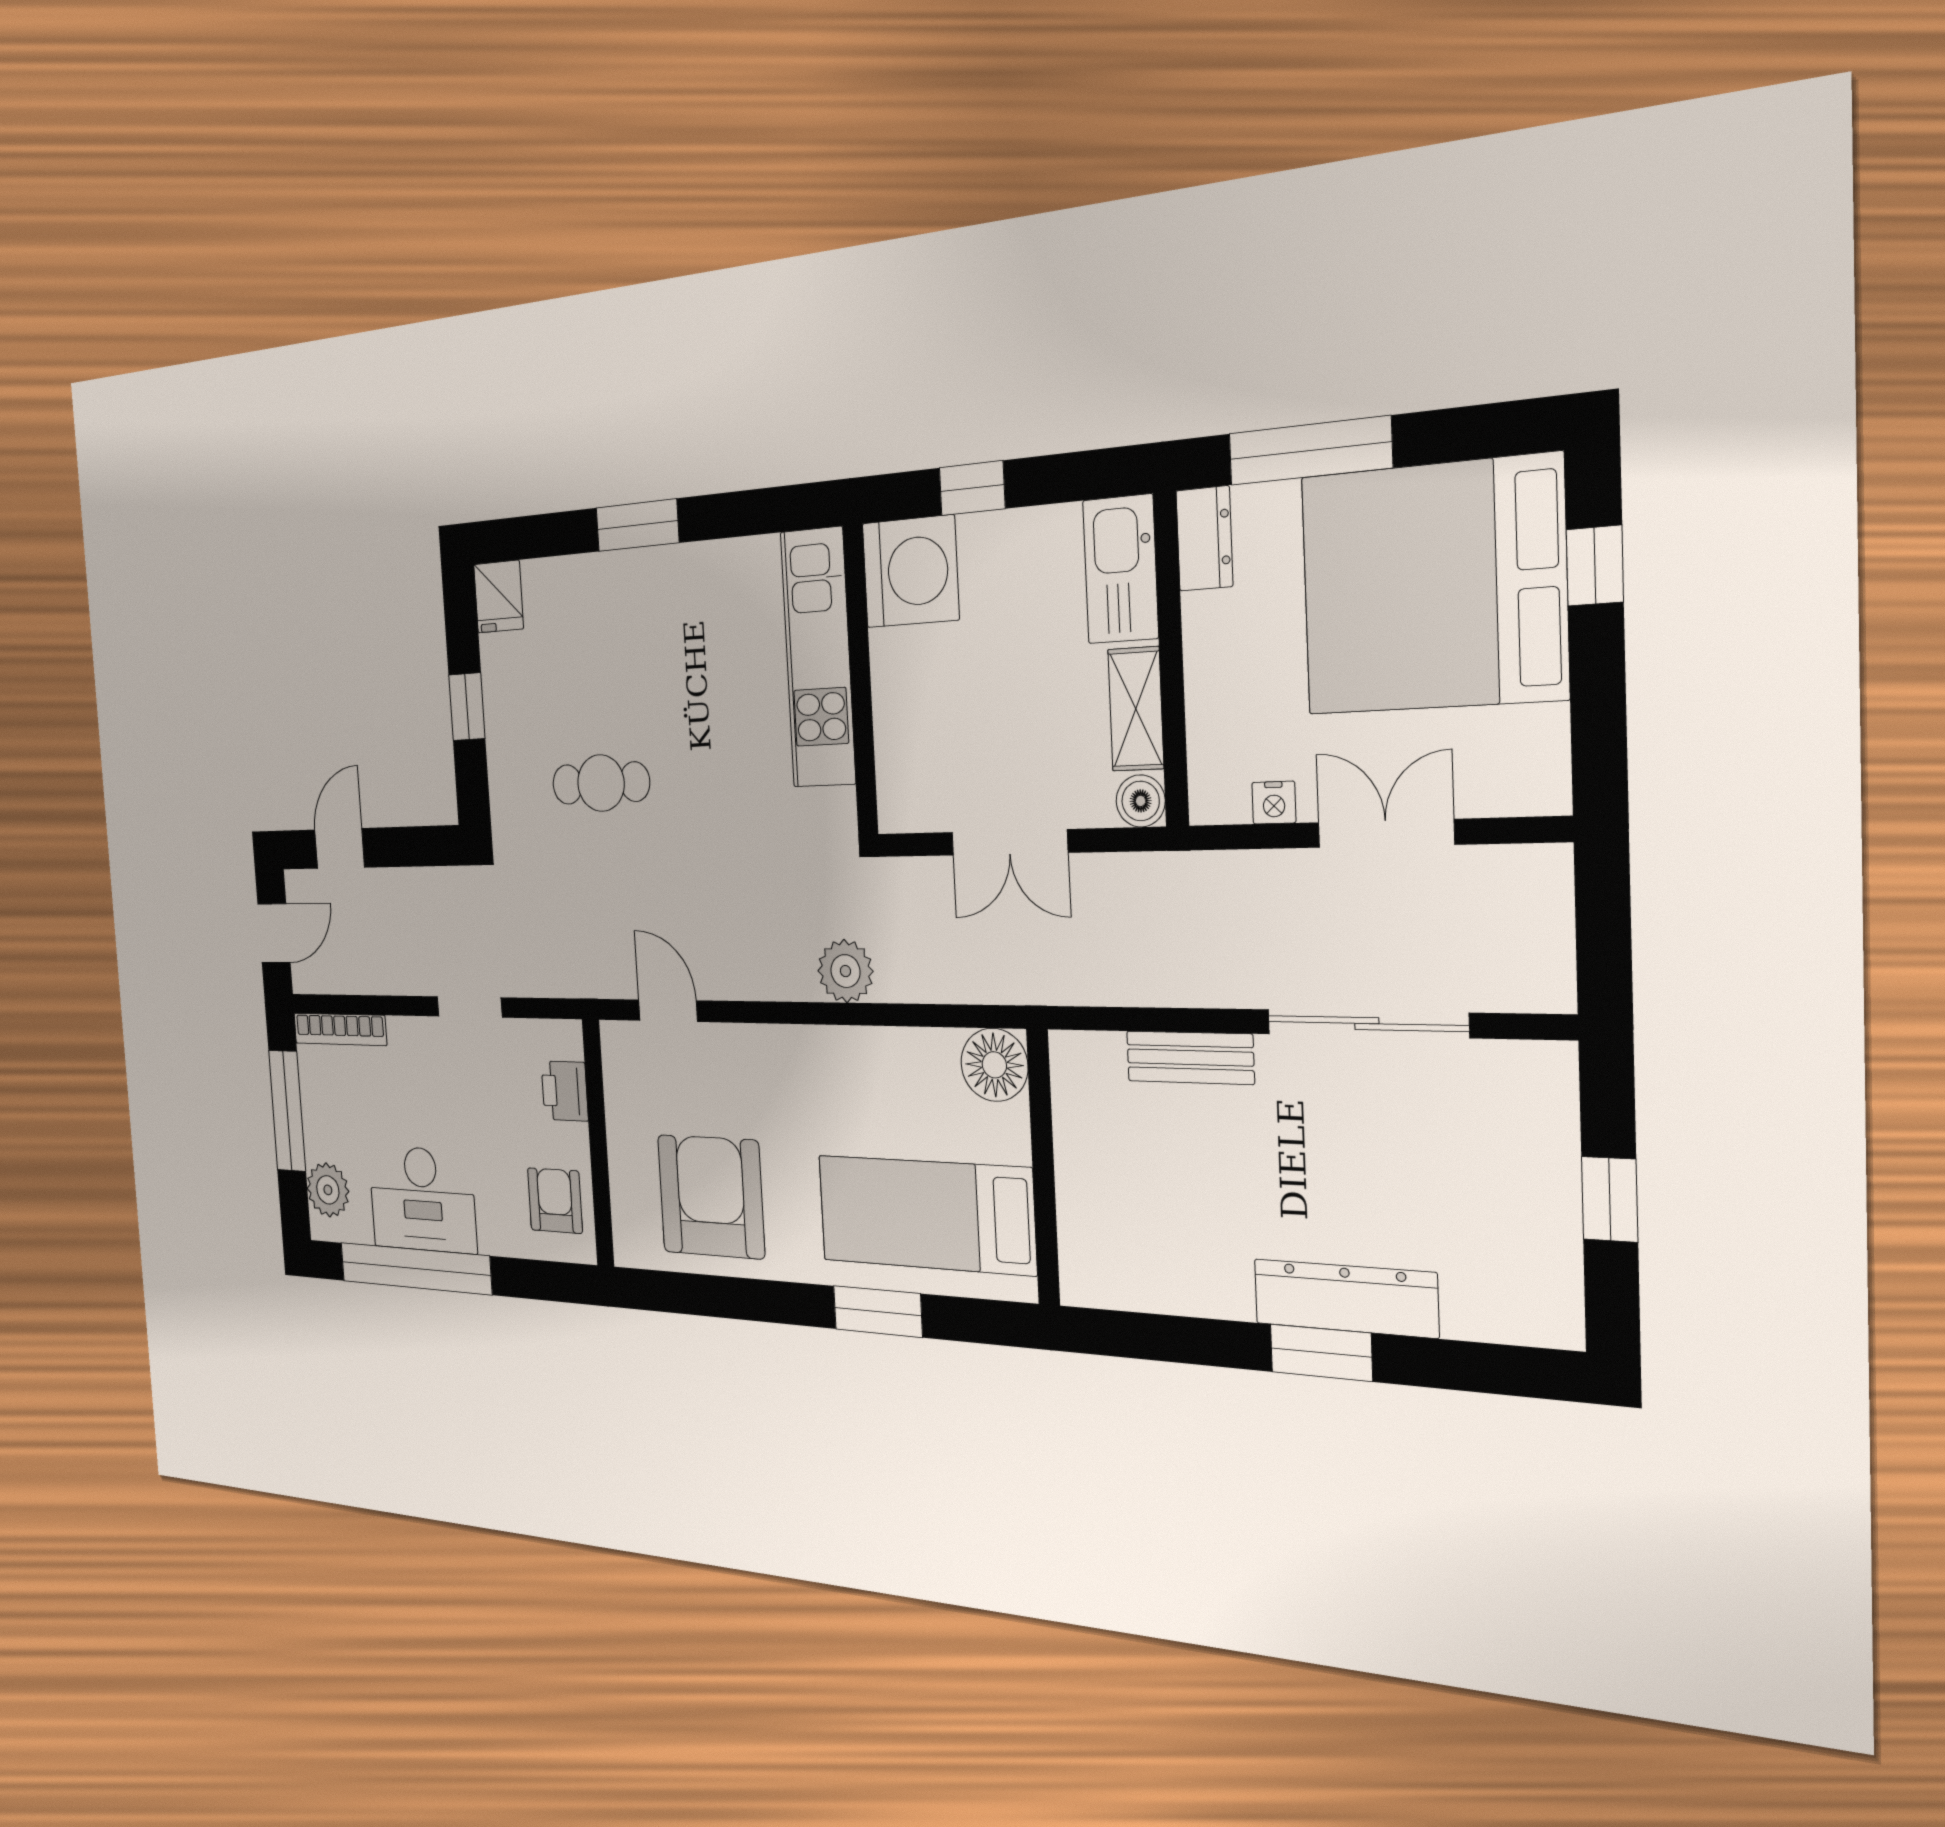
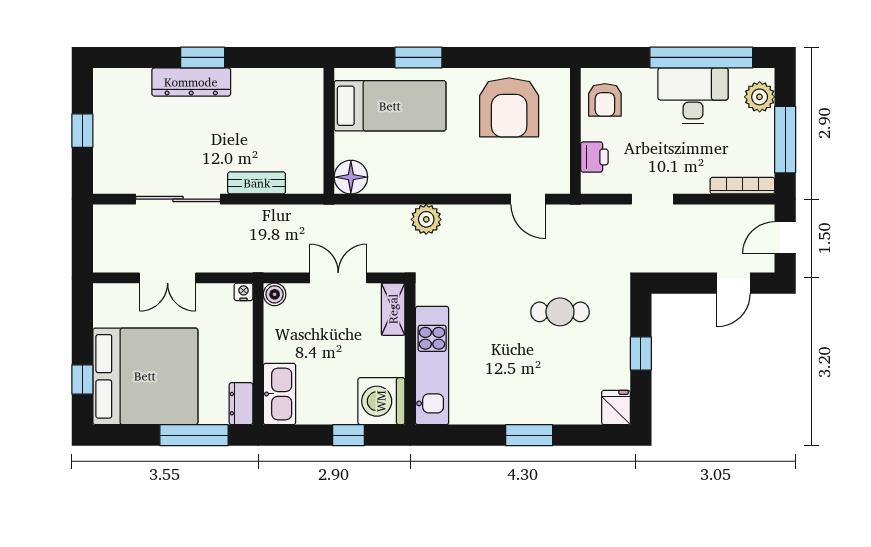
shelving: (1136, 709) -> (393, 309), moved
nightstand: (1274, 803) -> (243, 292), moved

